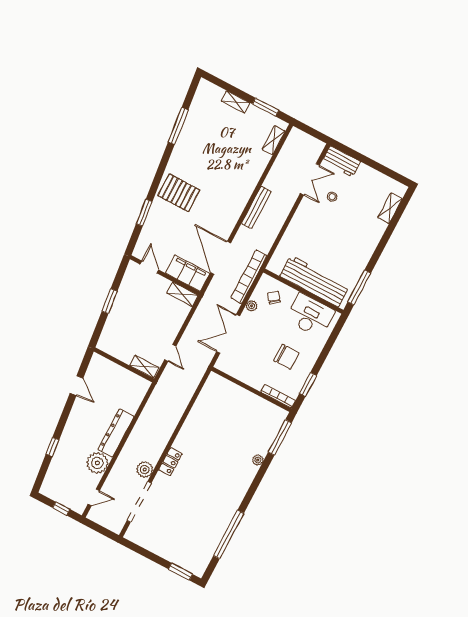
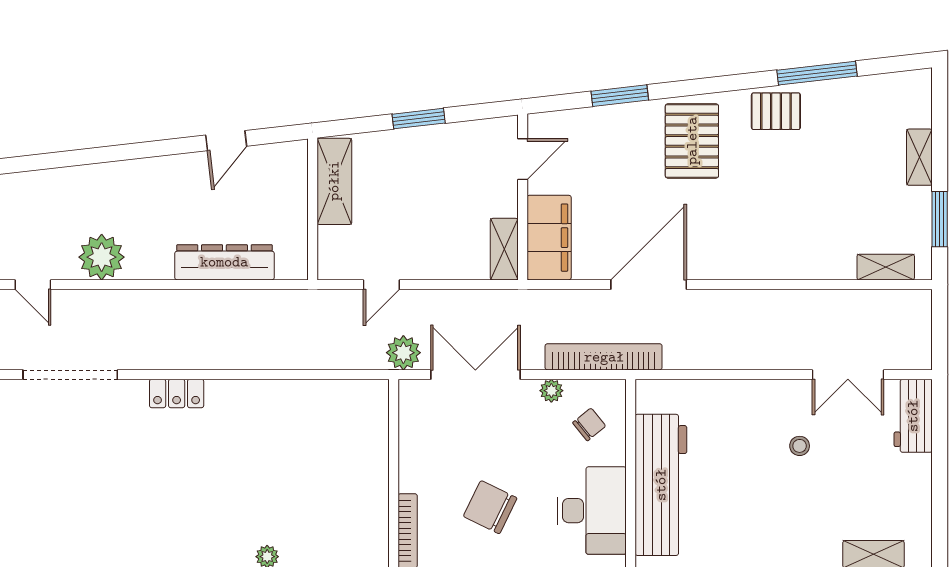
pallet: (185, 151) -> (776, 111), added
stool: (332, 197) -> (800, 446), moved
bench: (256, 207) -> (742, 302), removed
door: (221, 258) -> (649, 285), moved
chair: (286, 357) -> (490, 507), turned 116
shelving: (144, 367) -> (334, 181), moved, width x1.50, depth x1.33
dresser: (116, 433) -> (224, 262), moved
window: (52, 447) -> (87, 156), removed
plant: (145, 469) -> (403, 353), moved

